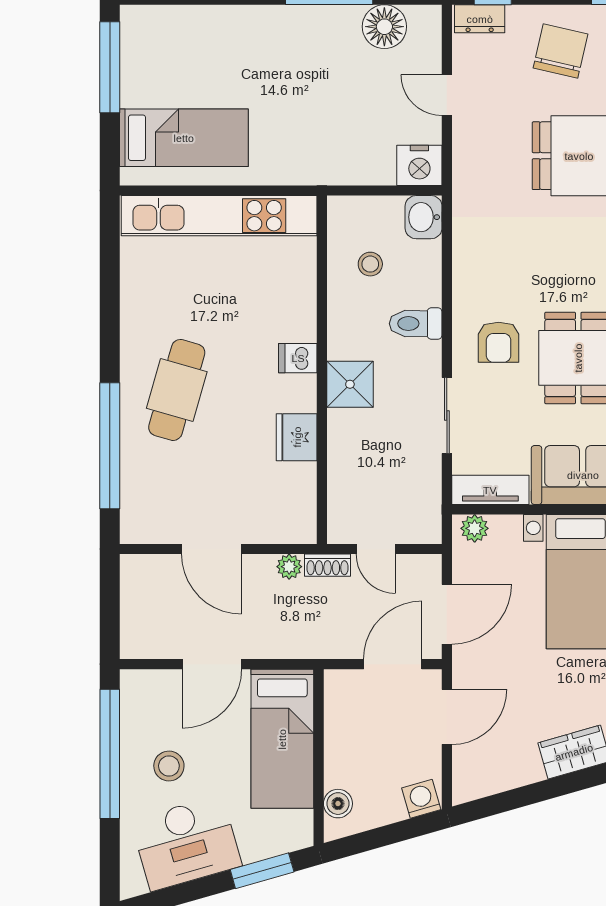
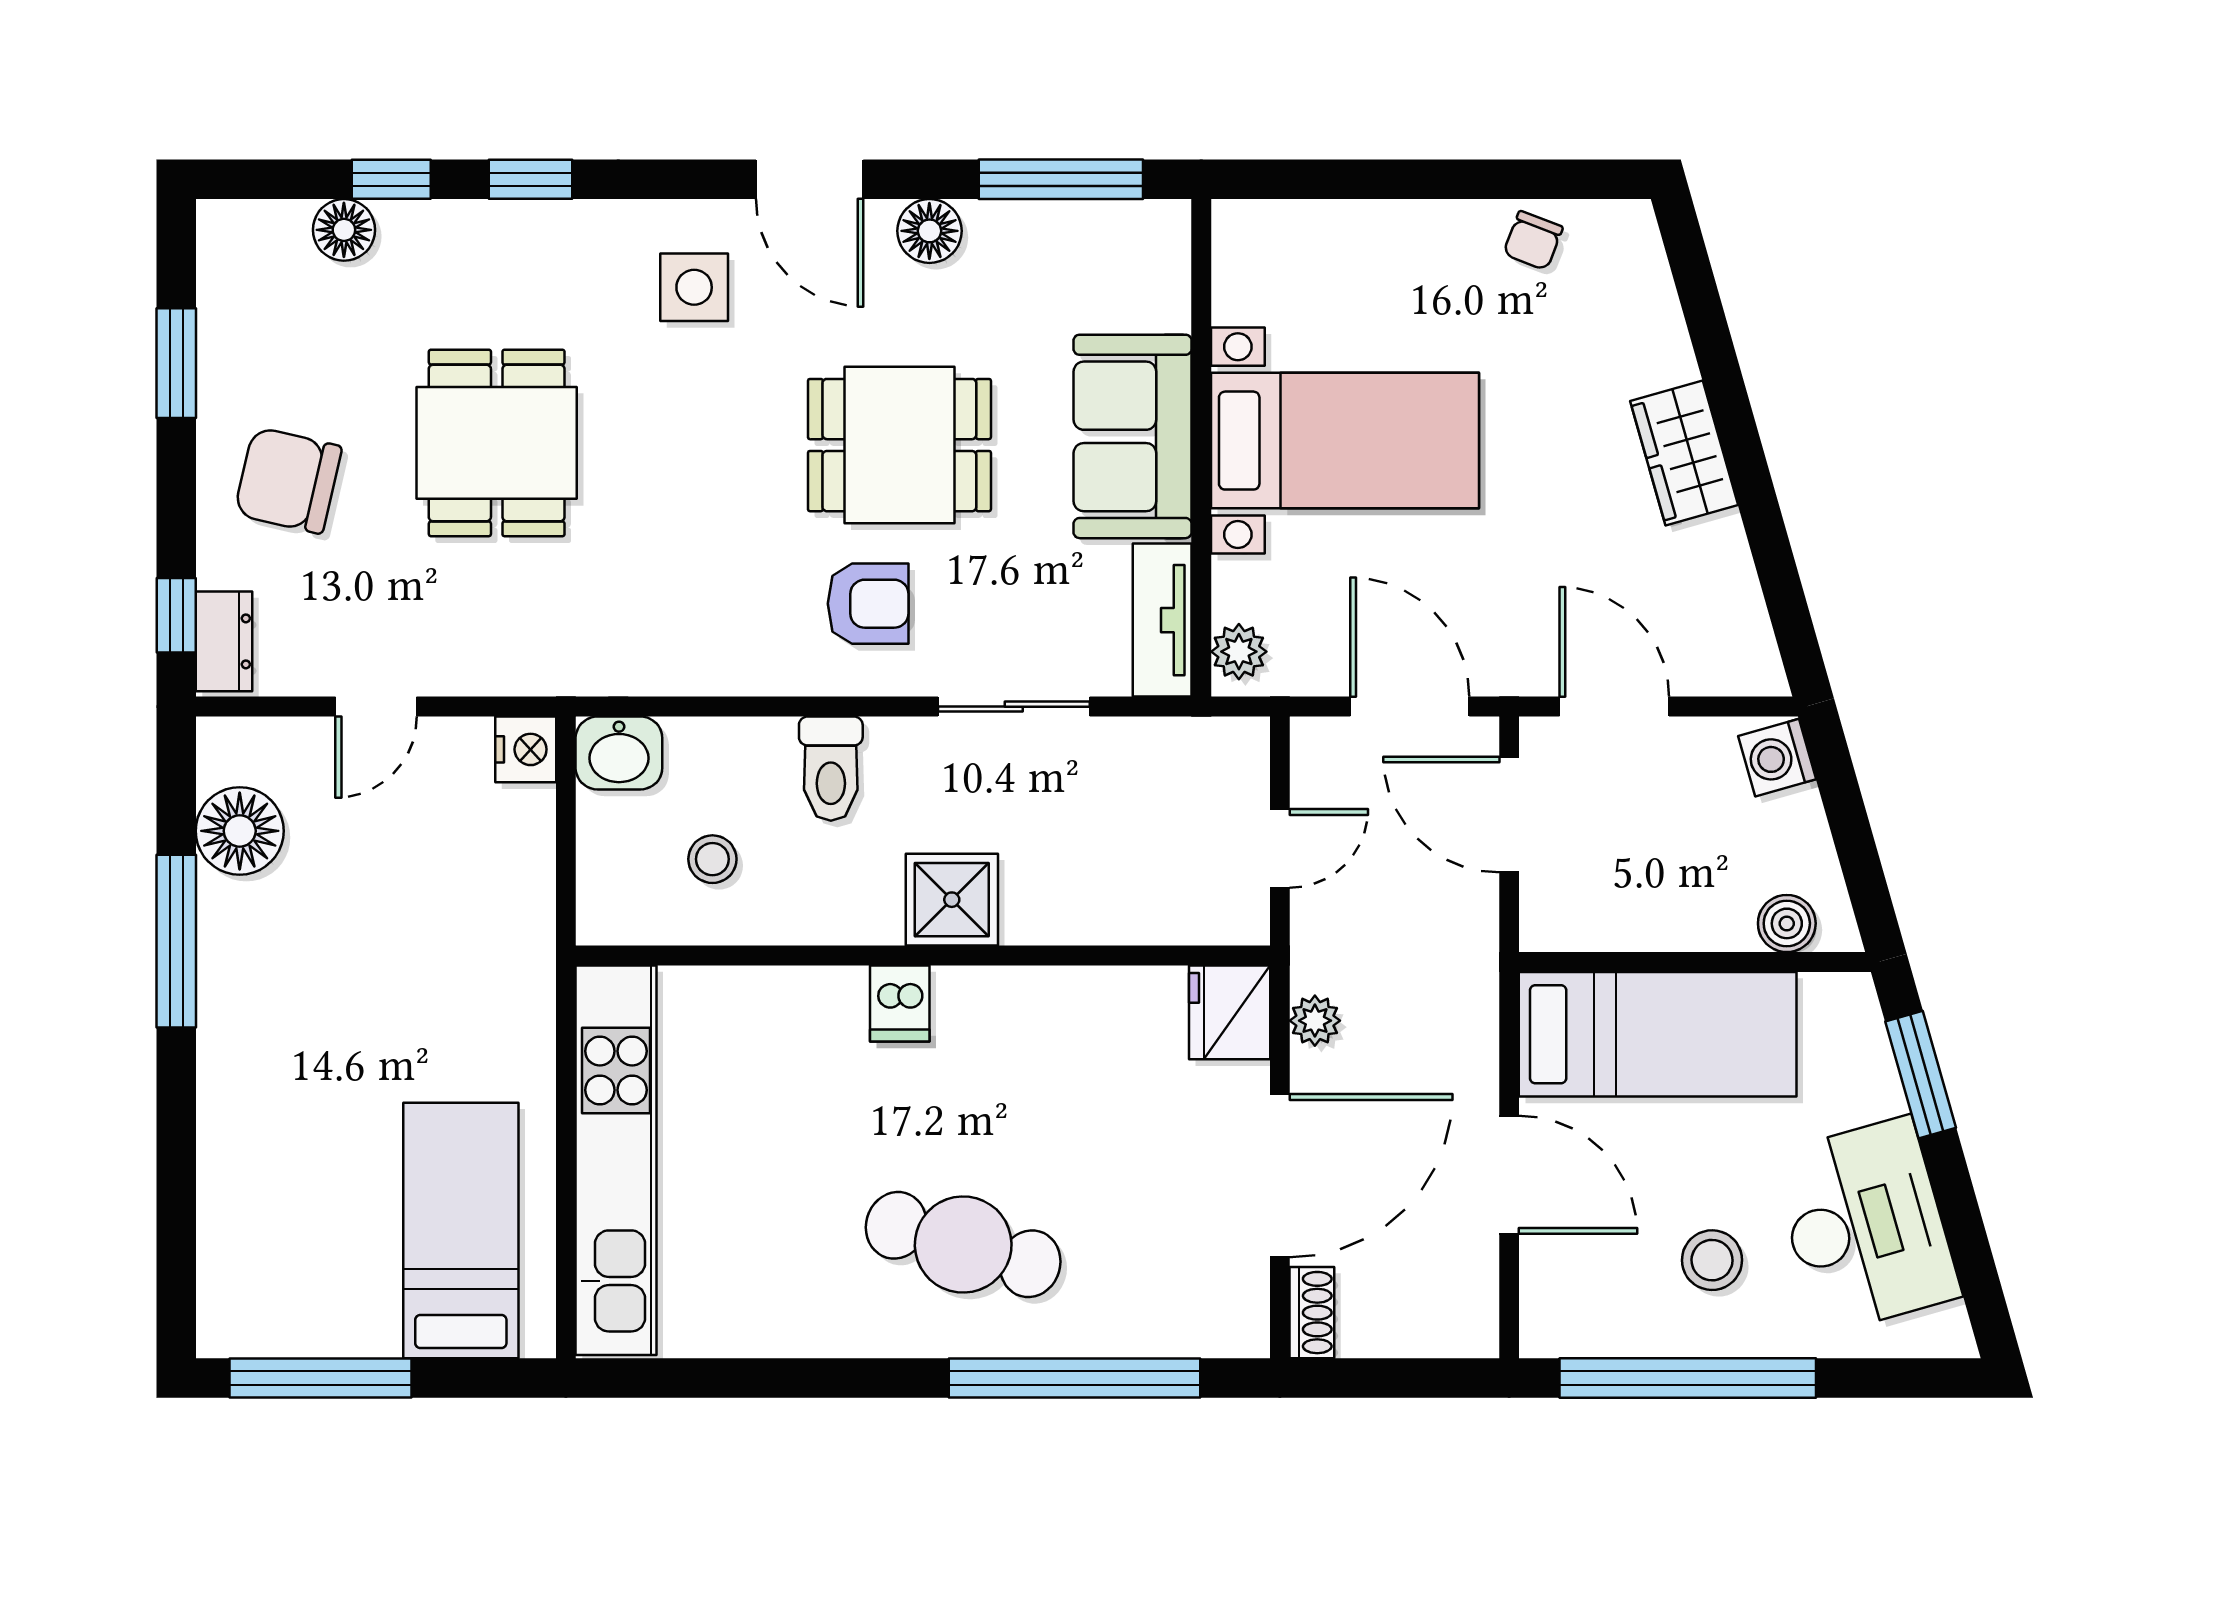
nightstand: (419, 165) -> (526, 749), width x0.74, depth x0.75
fridge: (297, 437) -> (1230, 1012), moved, turned 90
door: (211, 549) -> (1280, 1176), width x1.36
shoe rack: (327, 565) -> (1312, 1313), moved

